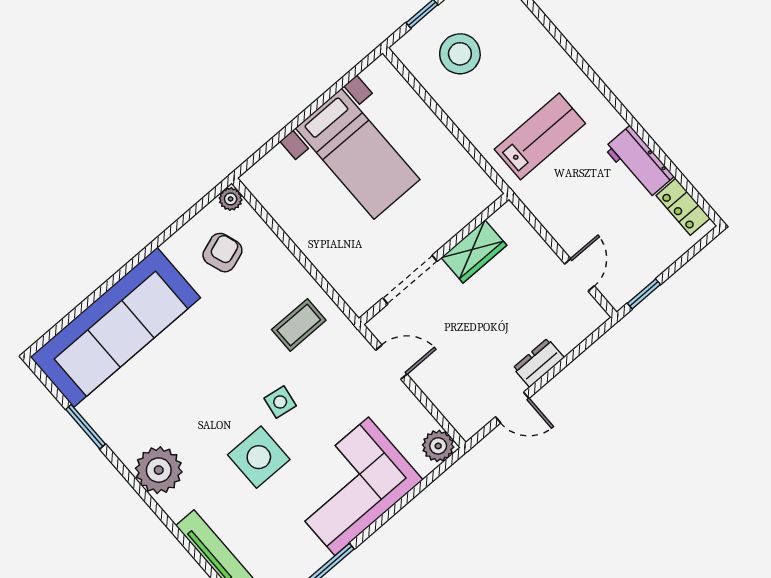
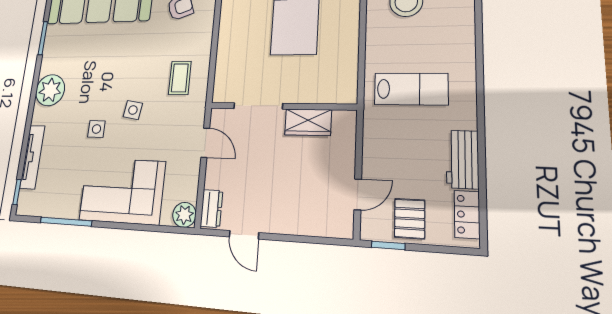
pallet: (641, 254) -> (410, 219), added
coffee table: (299, 325) -> (180, 78), turned 90
dresser: (539, 363) -> (211, 208), moved, turned 90
side table: (259, 457) -> (96, 129), width x0.54, depth x0.54

